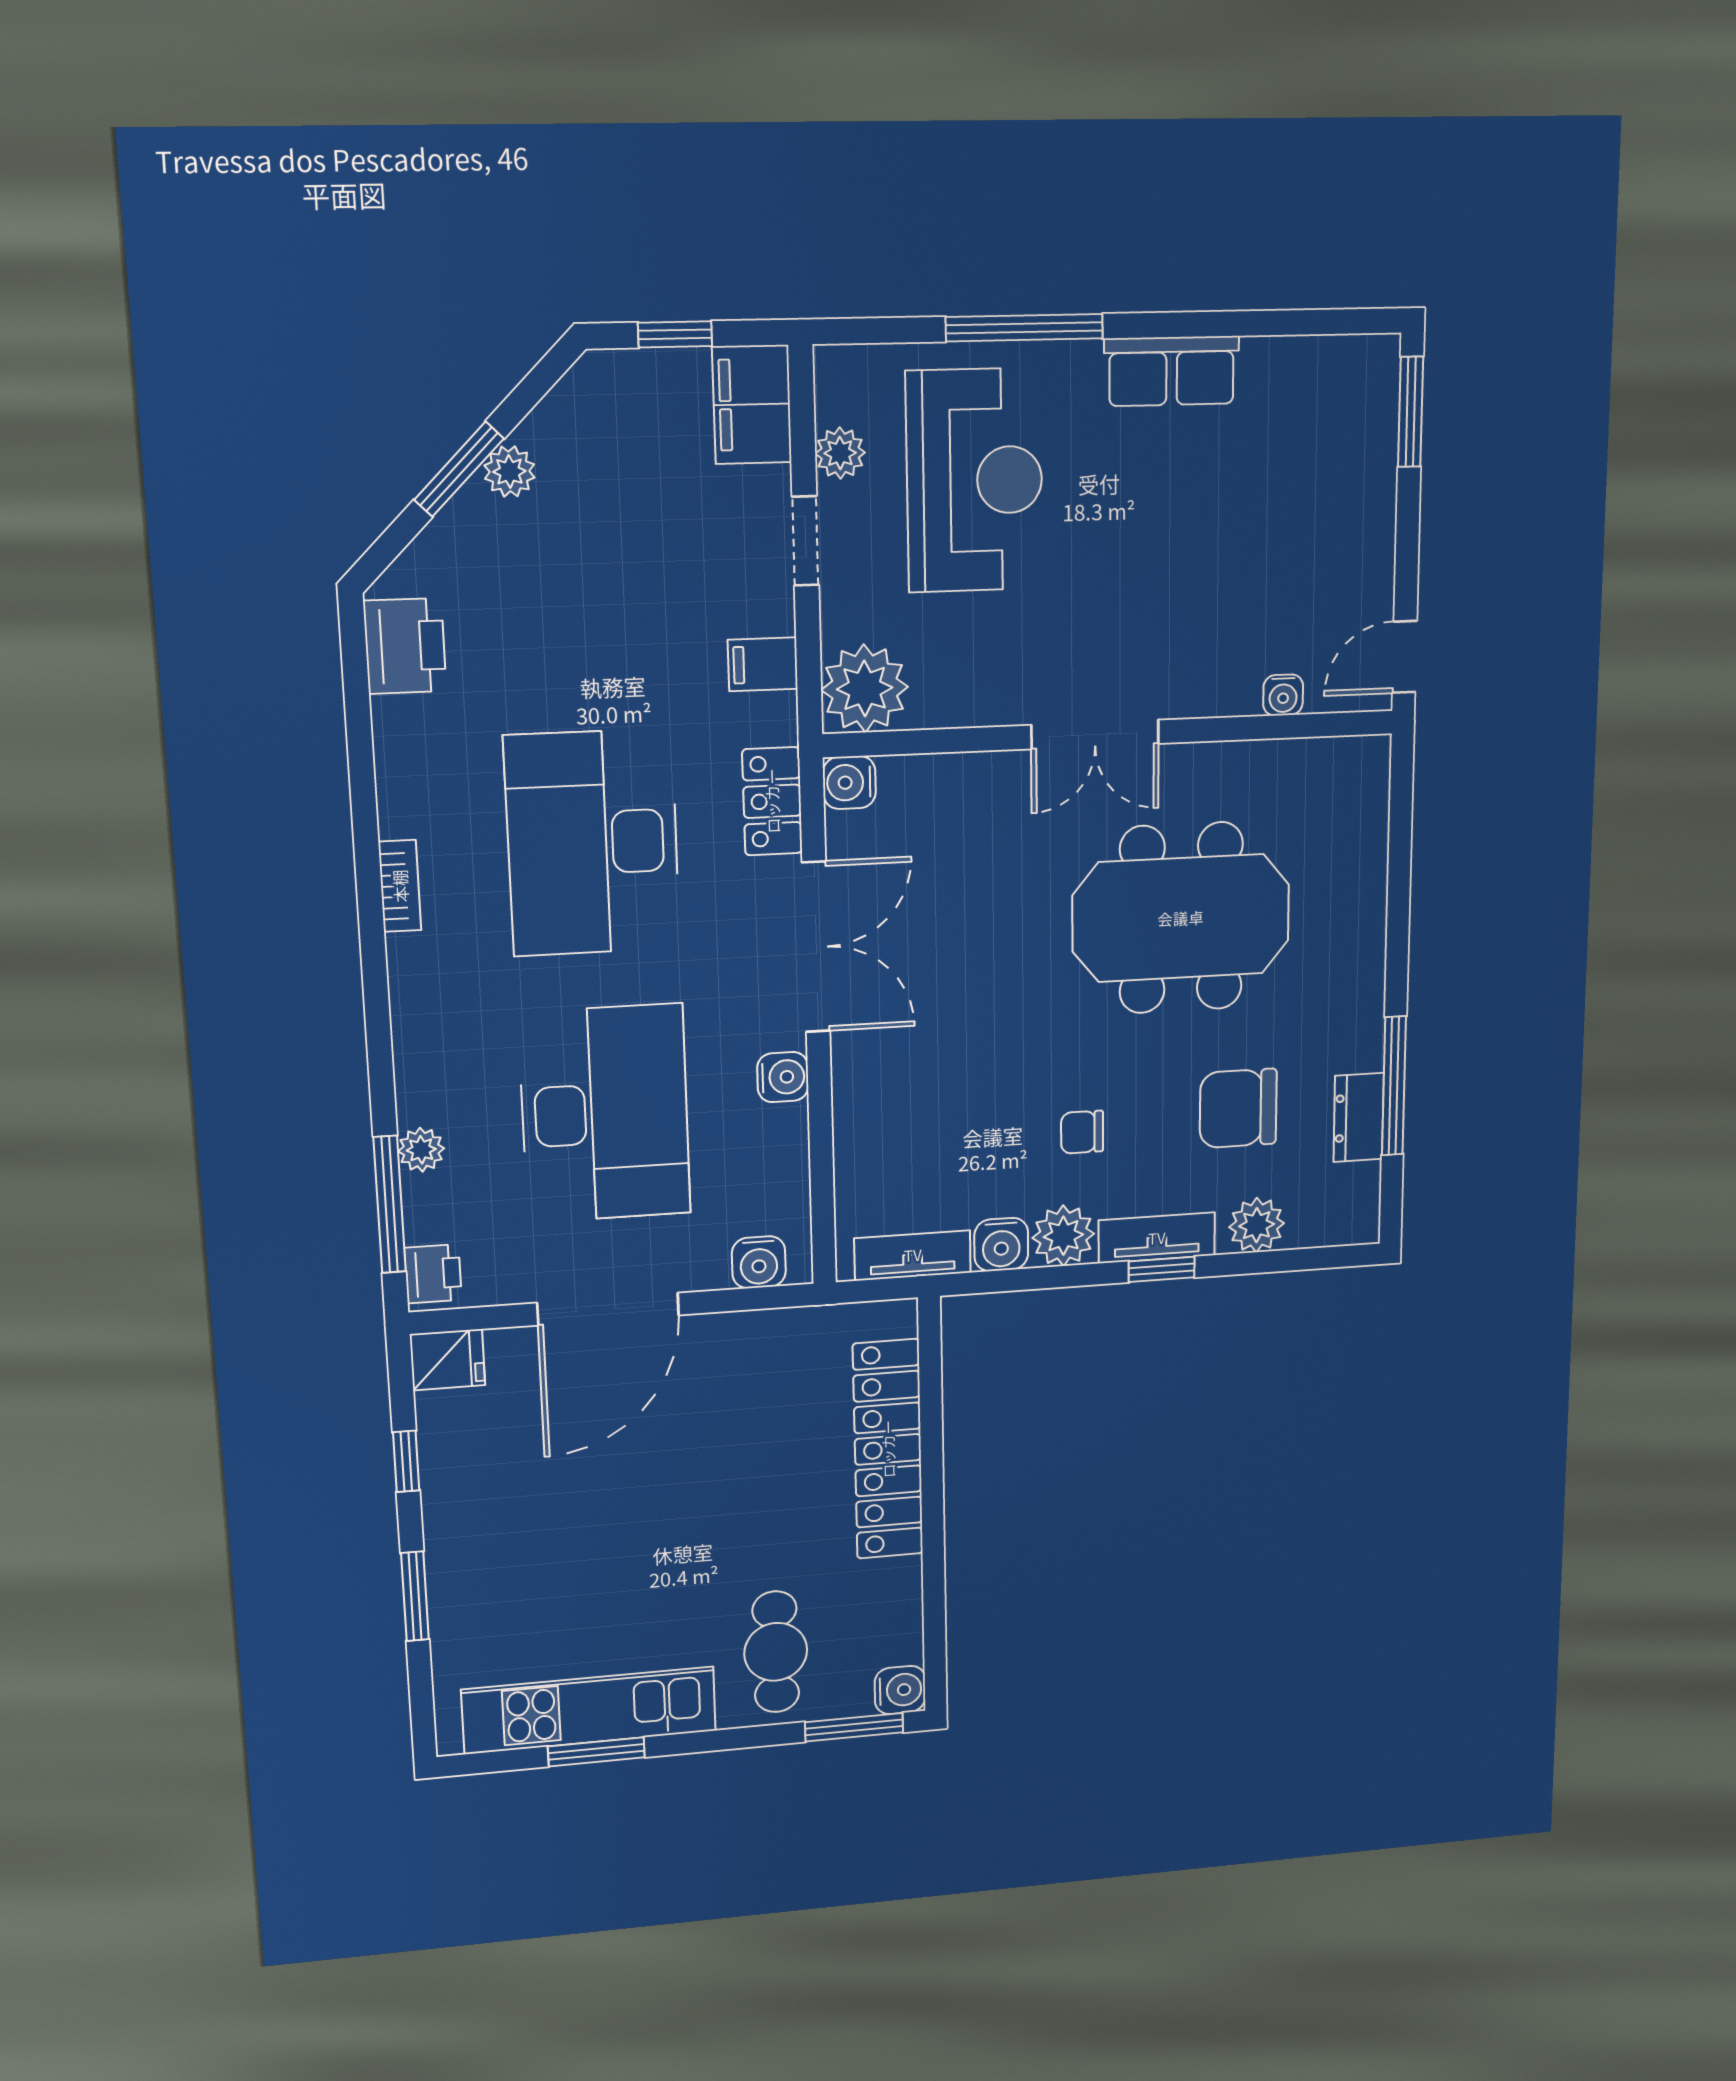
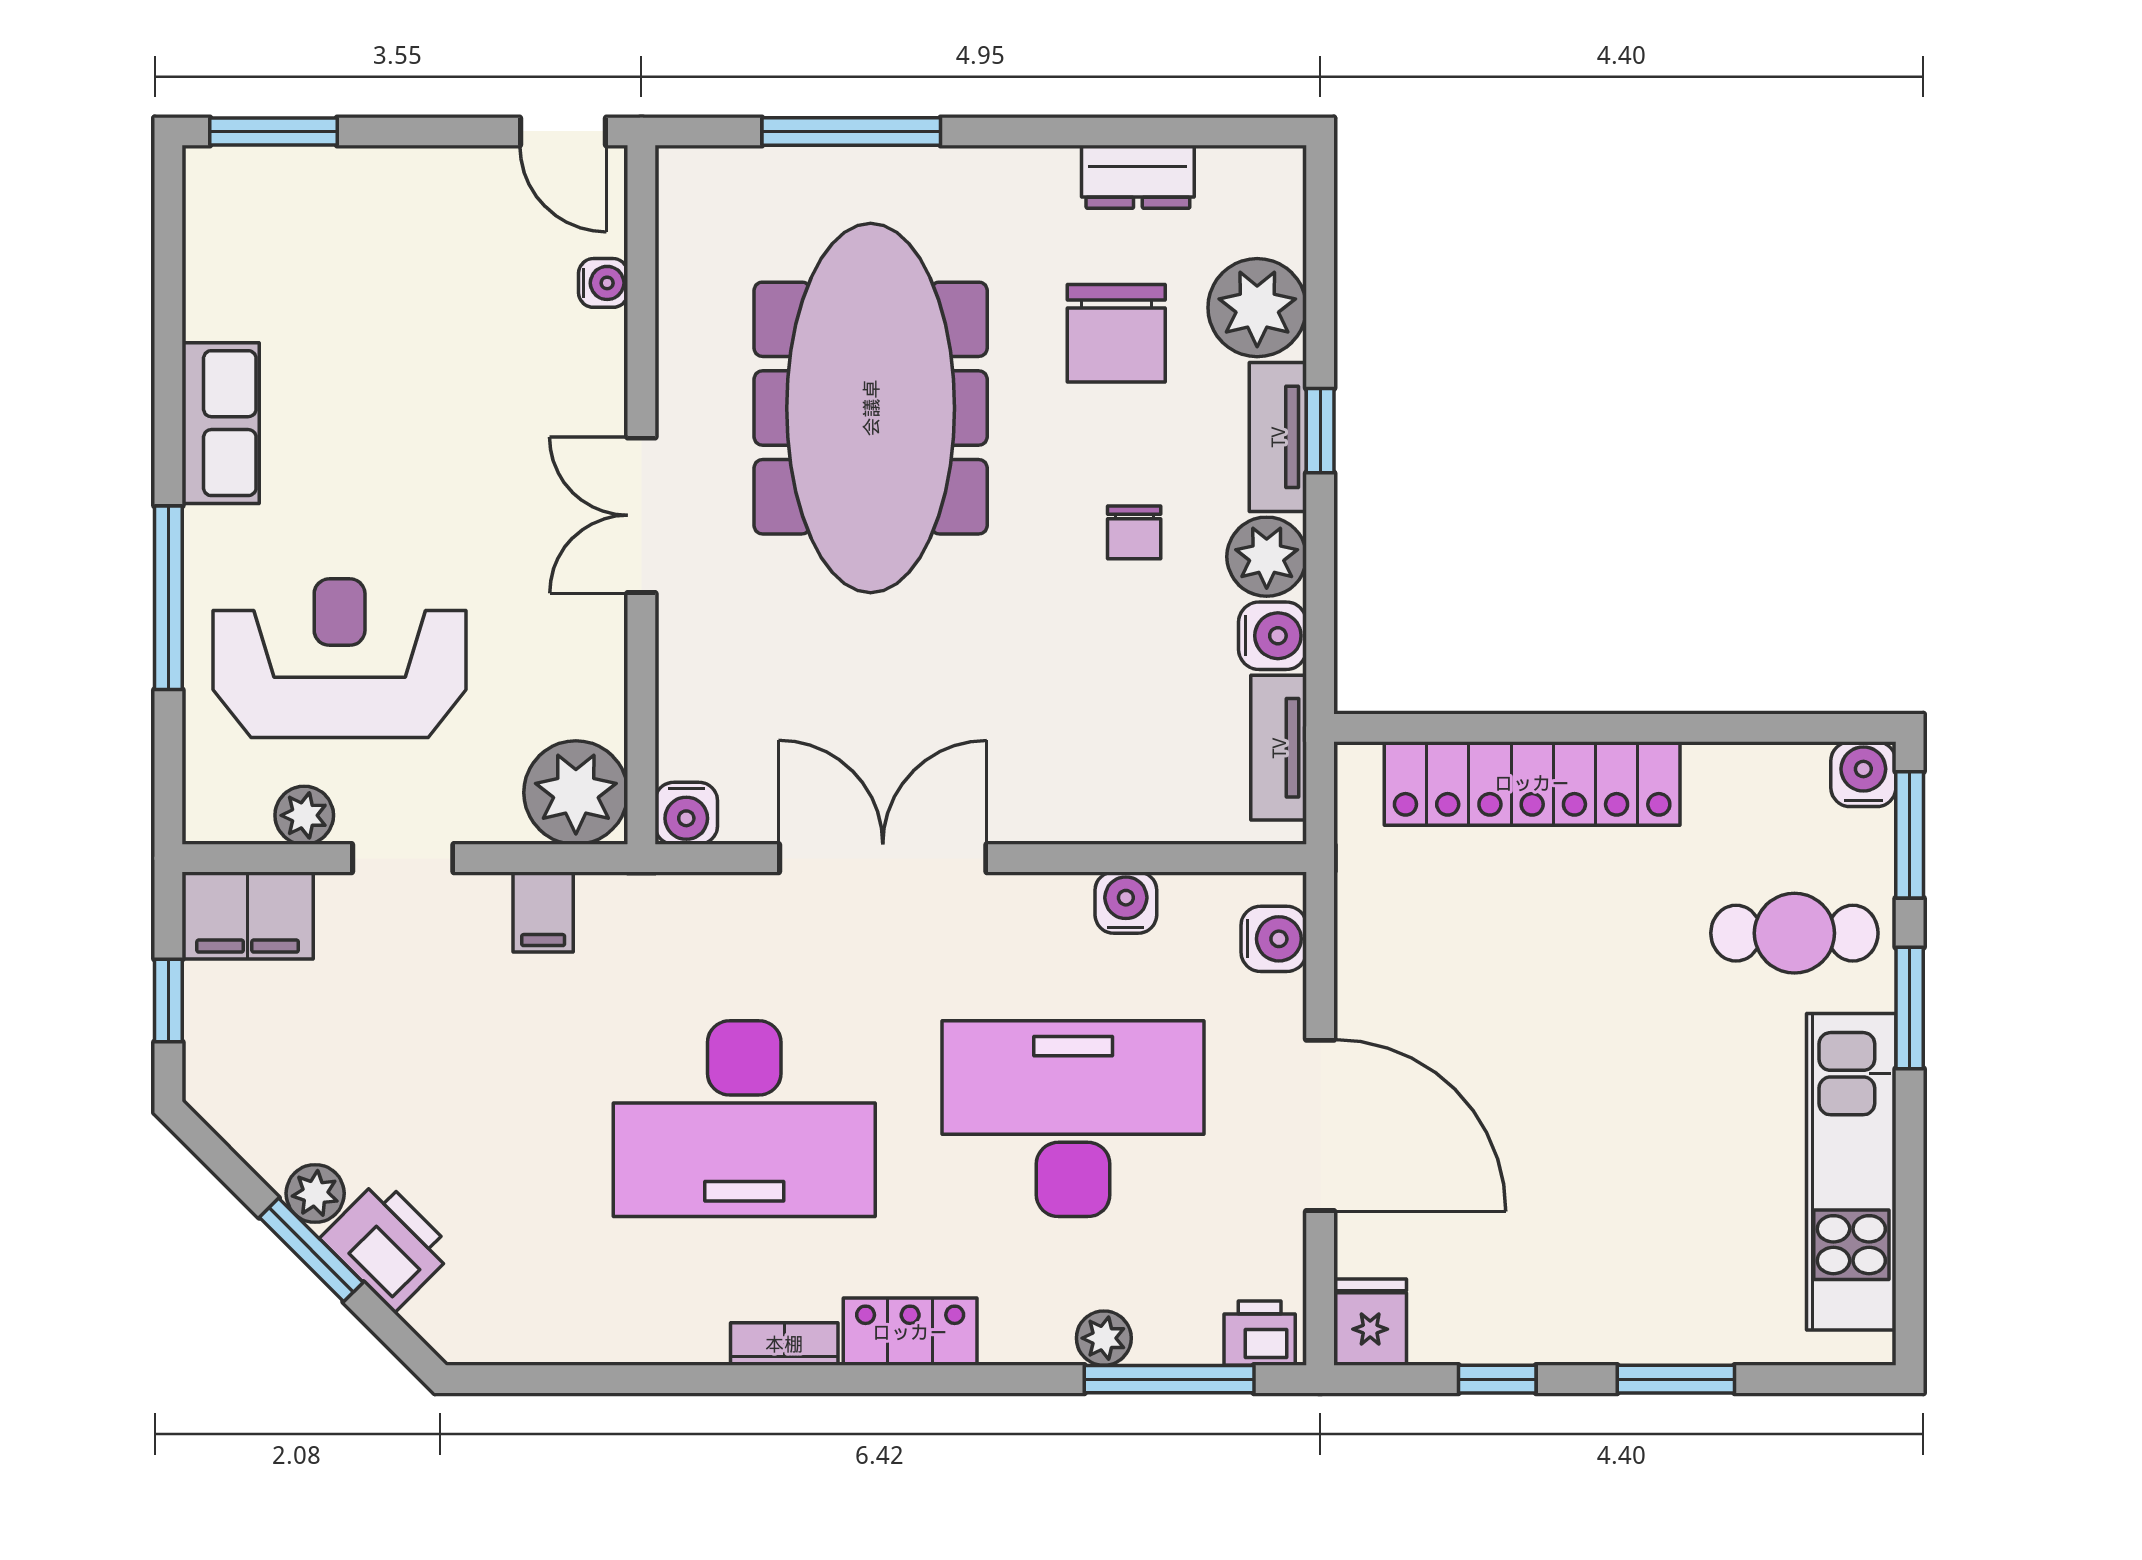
printer: (405, 646) -> (388, 1245), moved, turned 45
double door: (1095, 734) -> (641, 515), swing flipped
locker: (772, 801) -> (910, 1332), moved, turned 180
meeting table: (1181, 918) -> (871, 408), width x1.36
water cooler: (783, 1077) -> (1126, 903), moved
window: (1394, 1086) -> (851, 131), moved
plant: (1257, 1225) -> (1257, 308), width x1.36, depth x1.36
window: (596, 1752) -> (1910, 1008), moved

